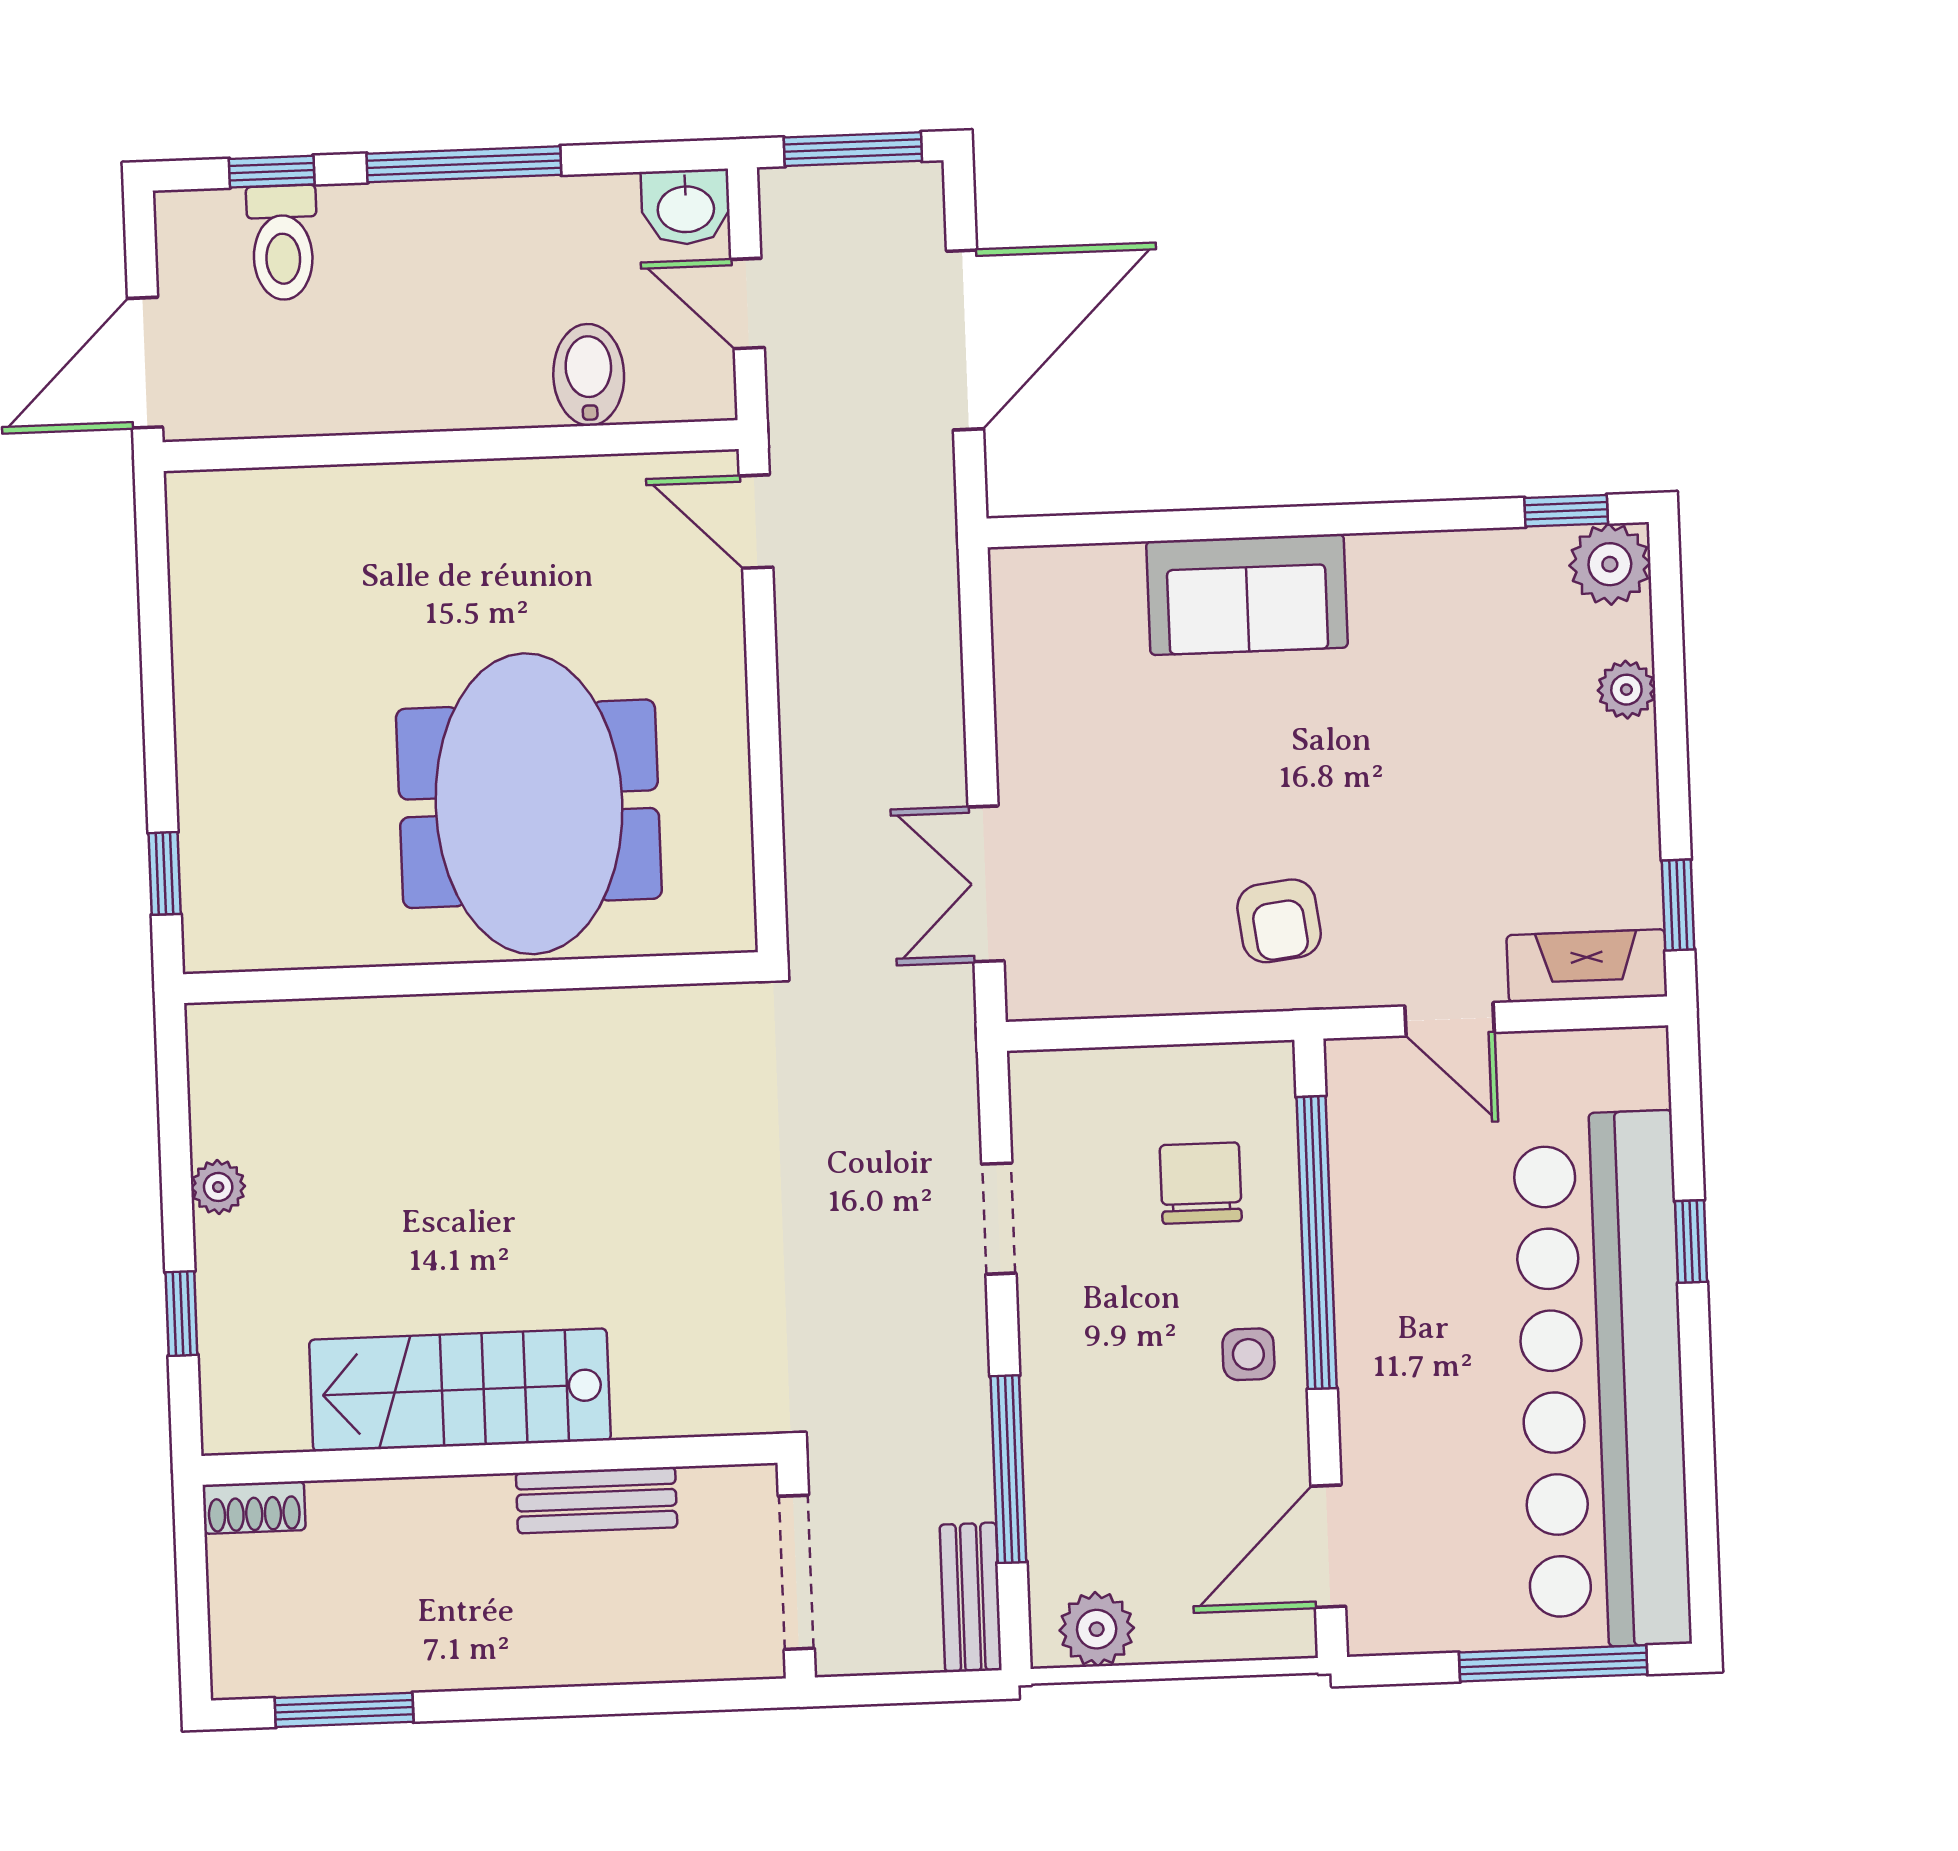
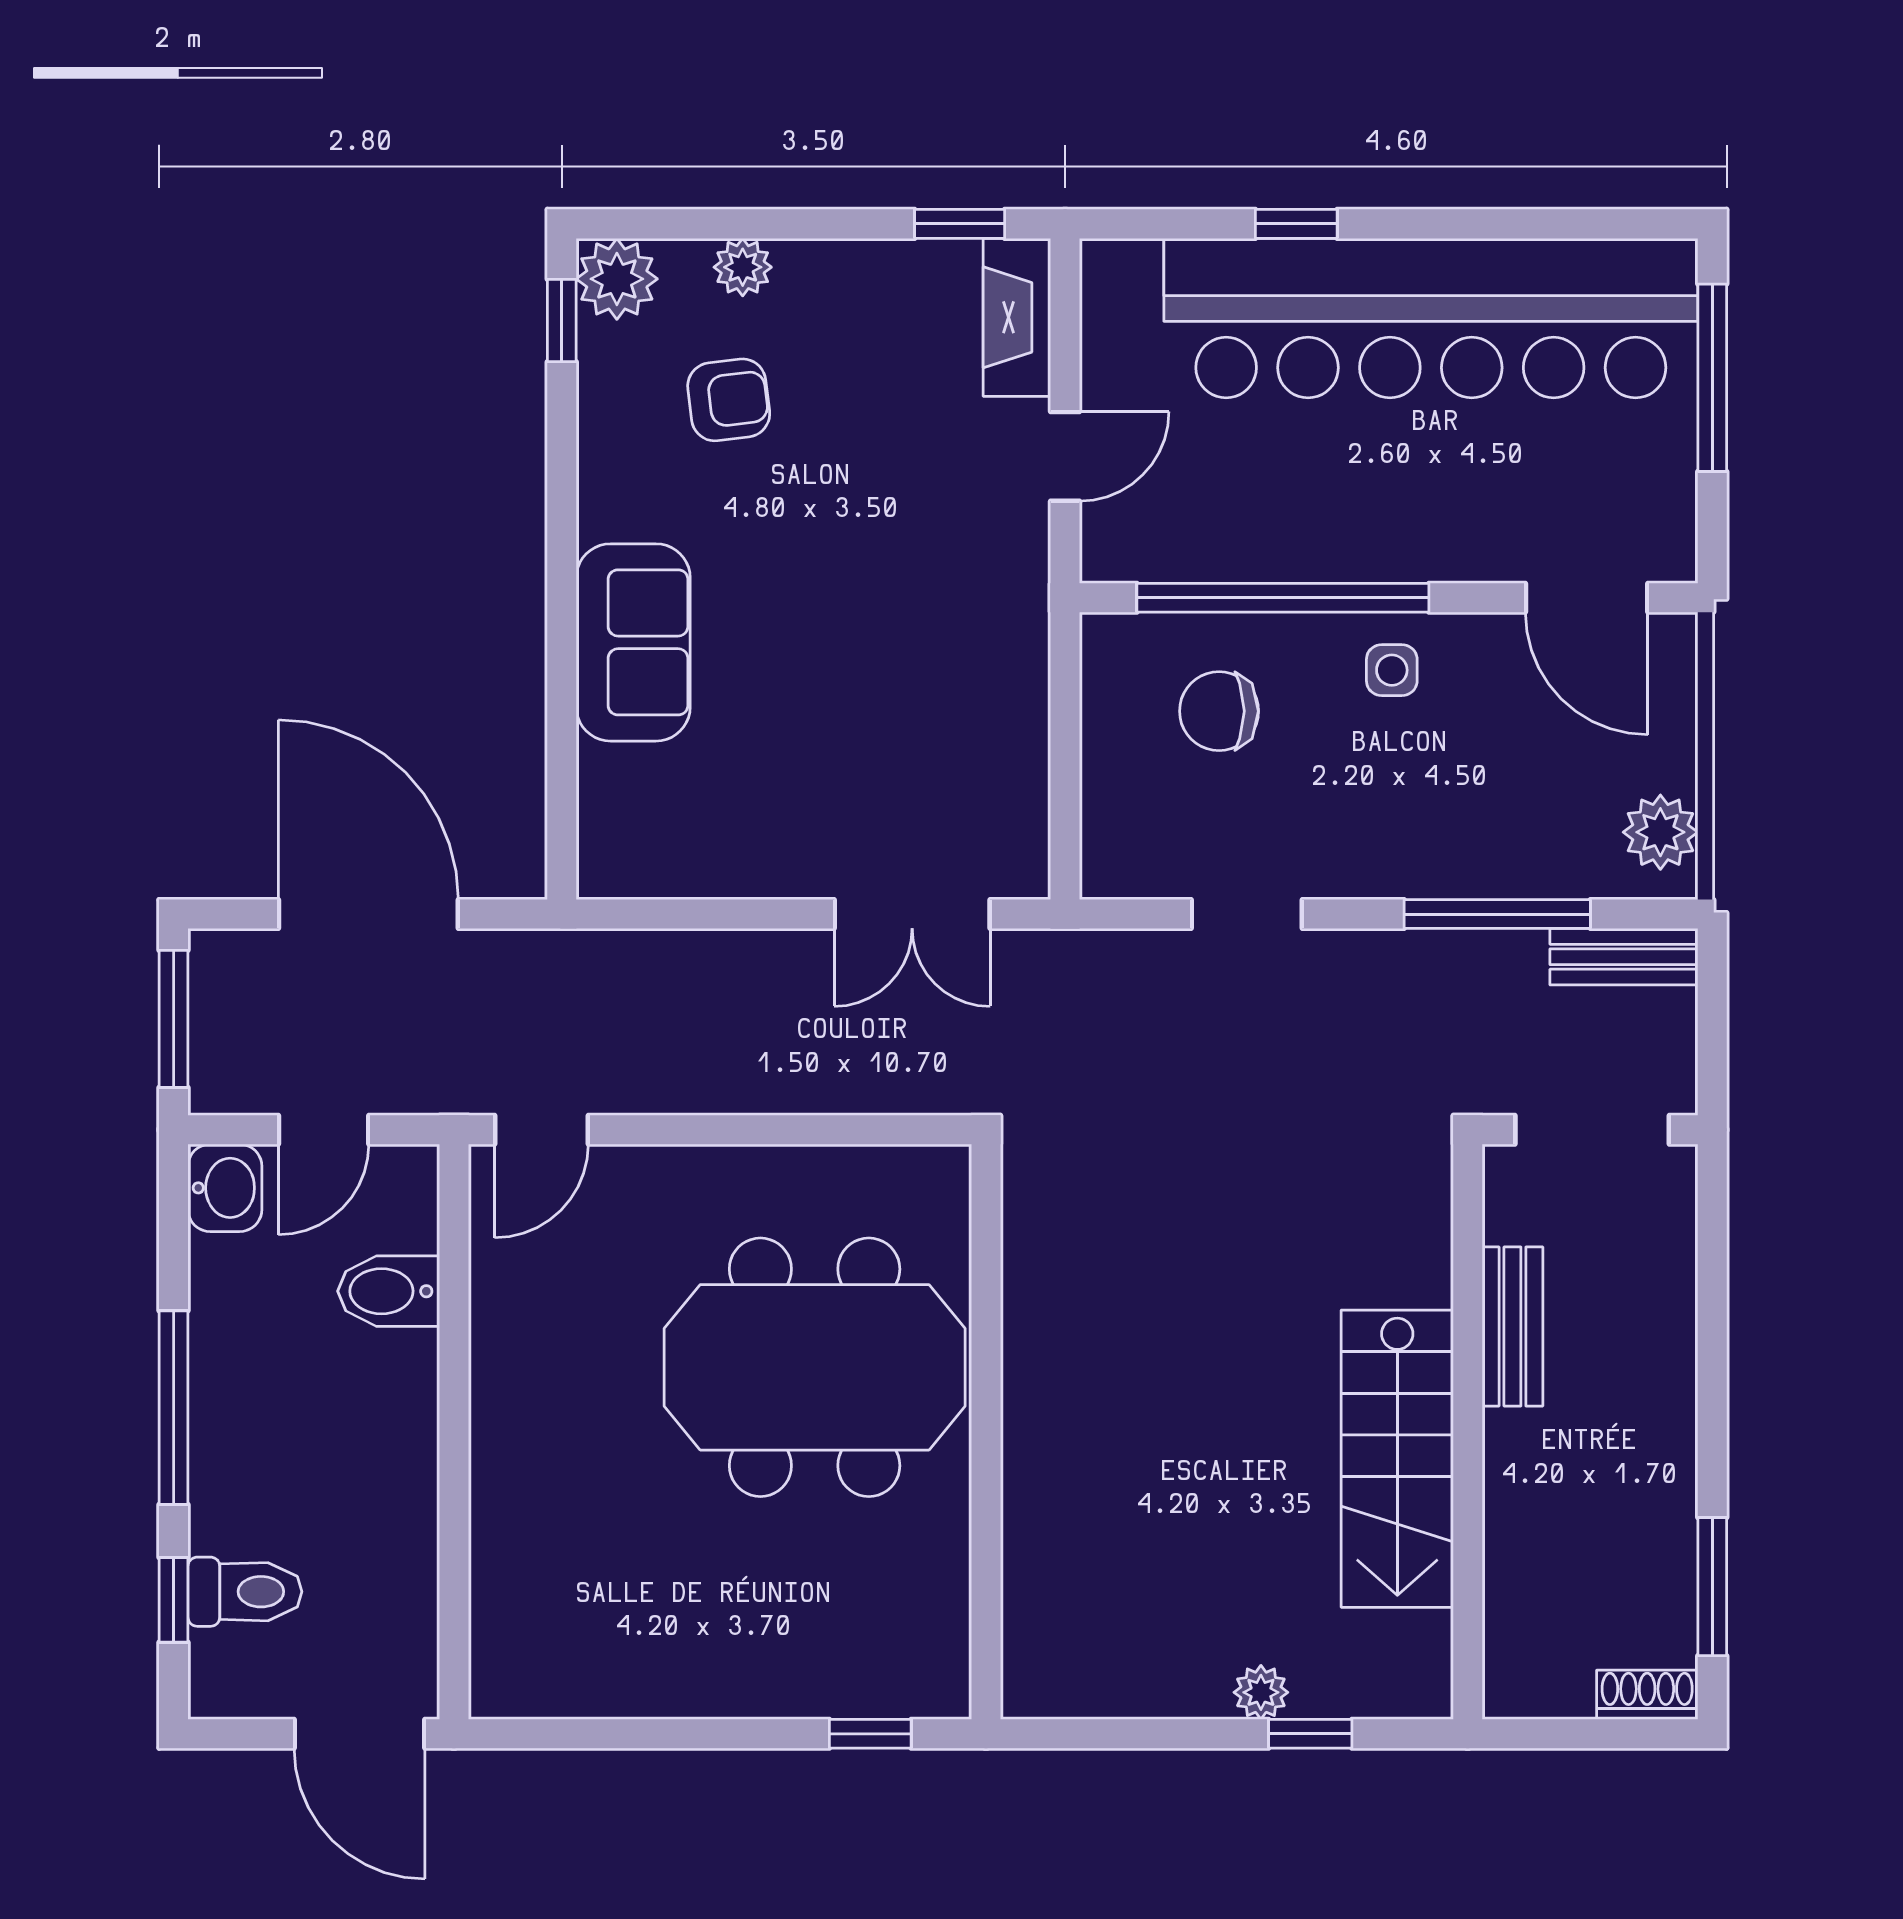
armchair: (1279, 921) -> (729, 400), moved
plant: (218, 1187) -> (1261, 1692), moved
shoe rack: (254, 1508) -> (1647, 1695), moved, turned -90

